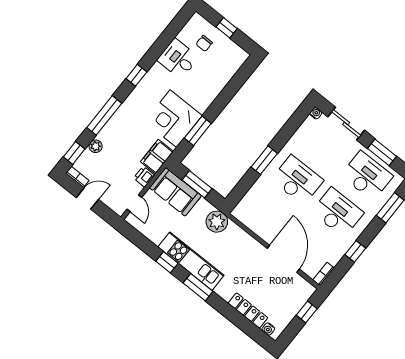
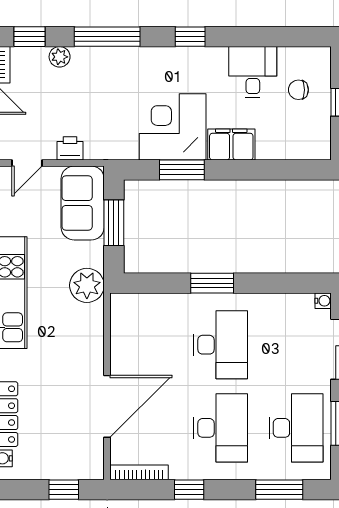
filing cabinet: (157, 157) -> (231, 144), moved
bookcase: (323, 274) -> (139, 472), width x1.56

